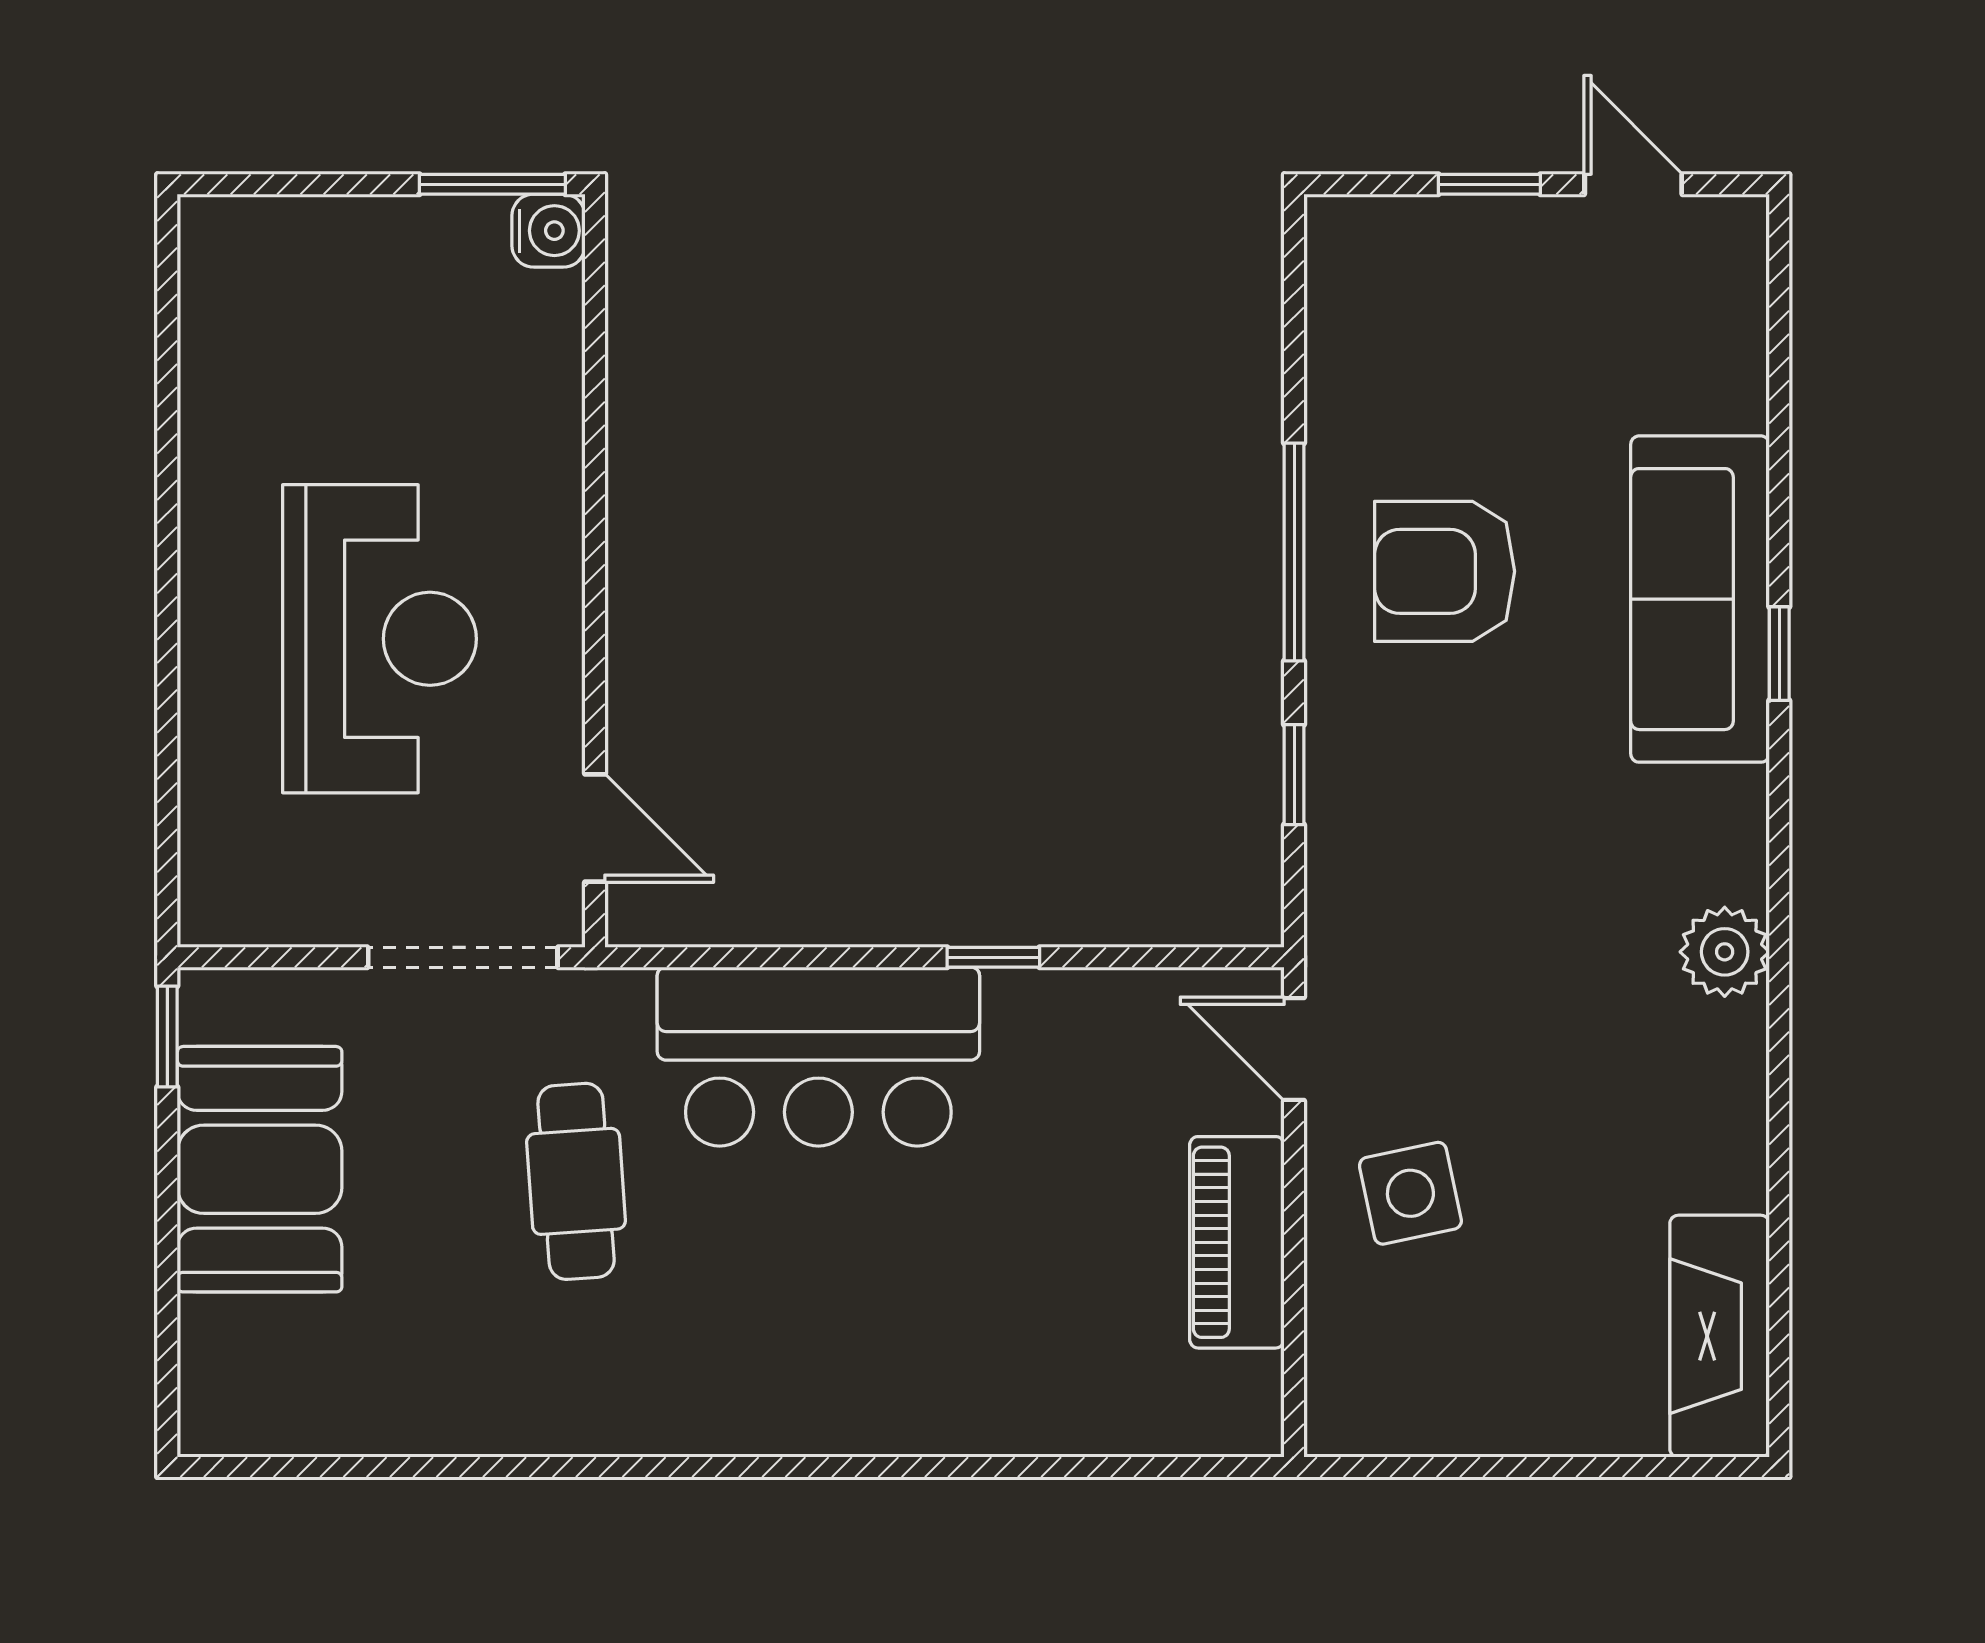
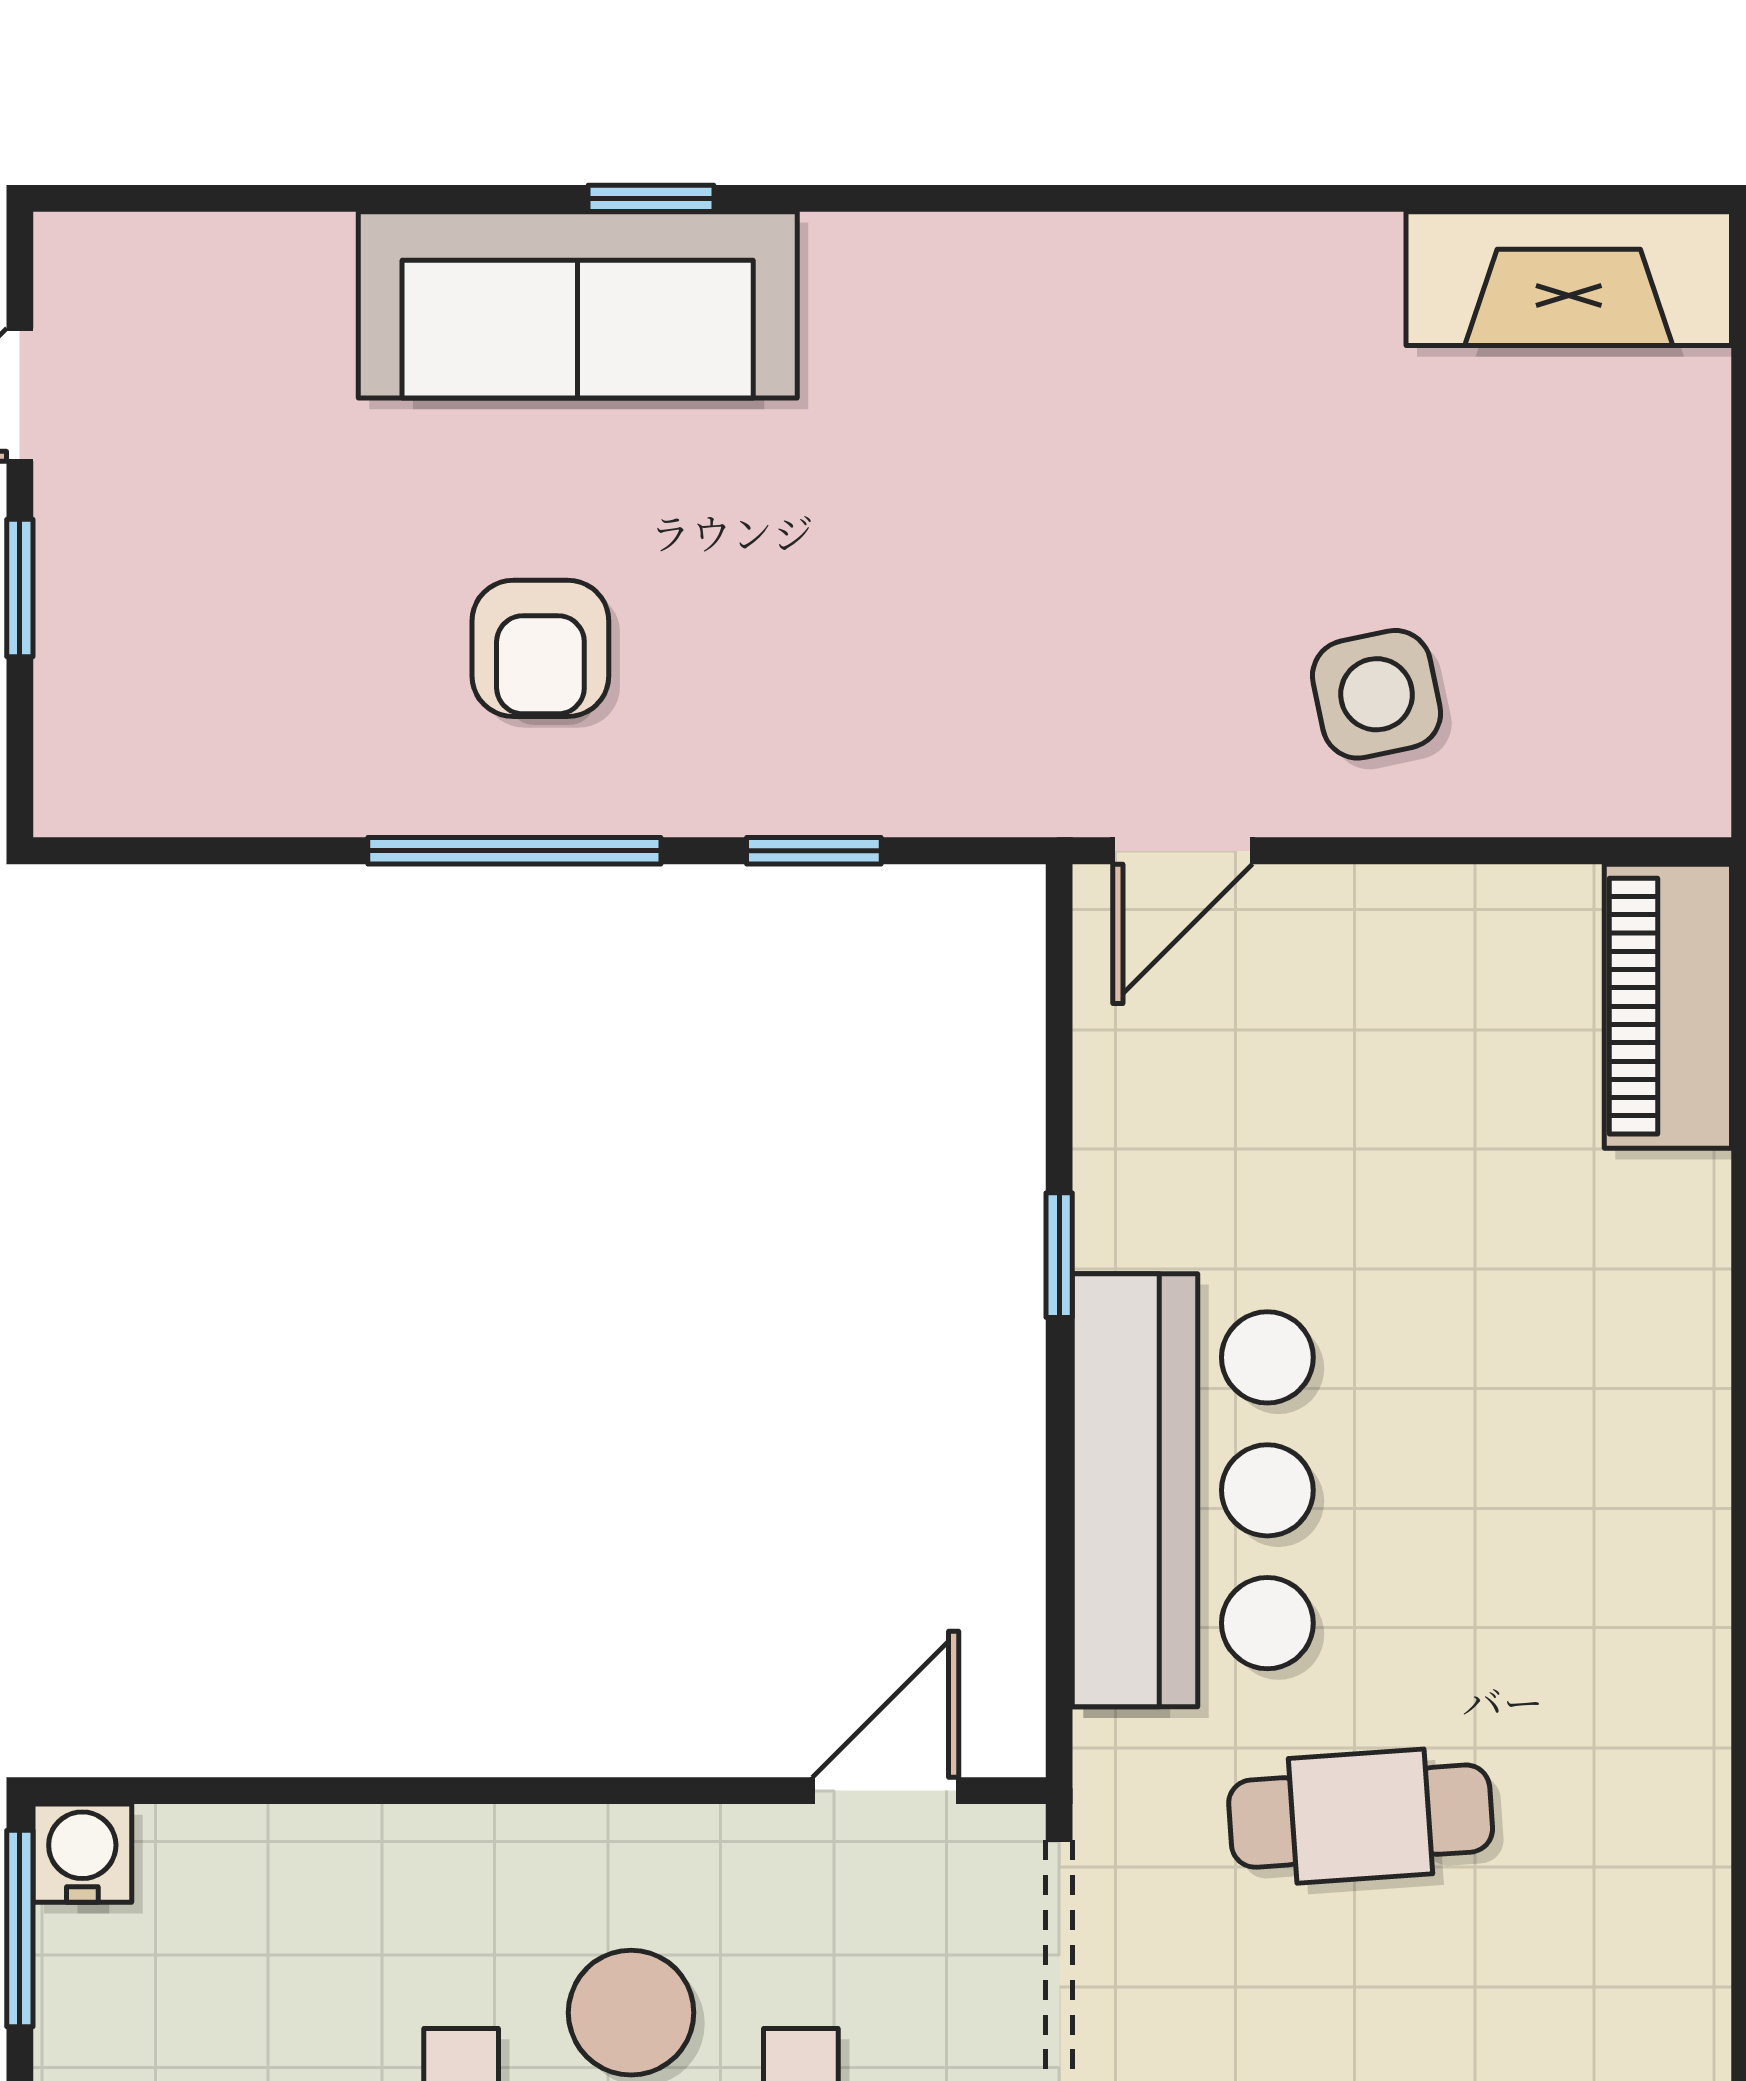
armchair: (1445, 571) -> (540, 648), width x0.72, depth x0.72
plant: (1725, 952) -> (1052, 272), removed
piano: (1237, 1242) -> (1668, 1006), moved, turned 90

